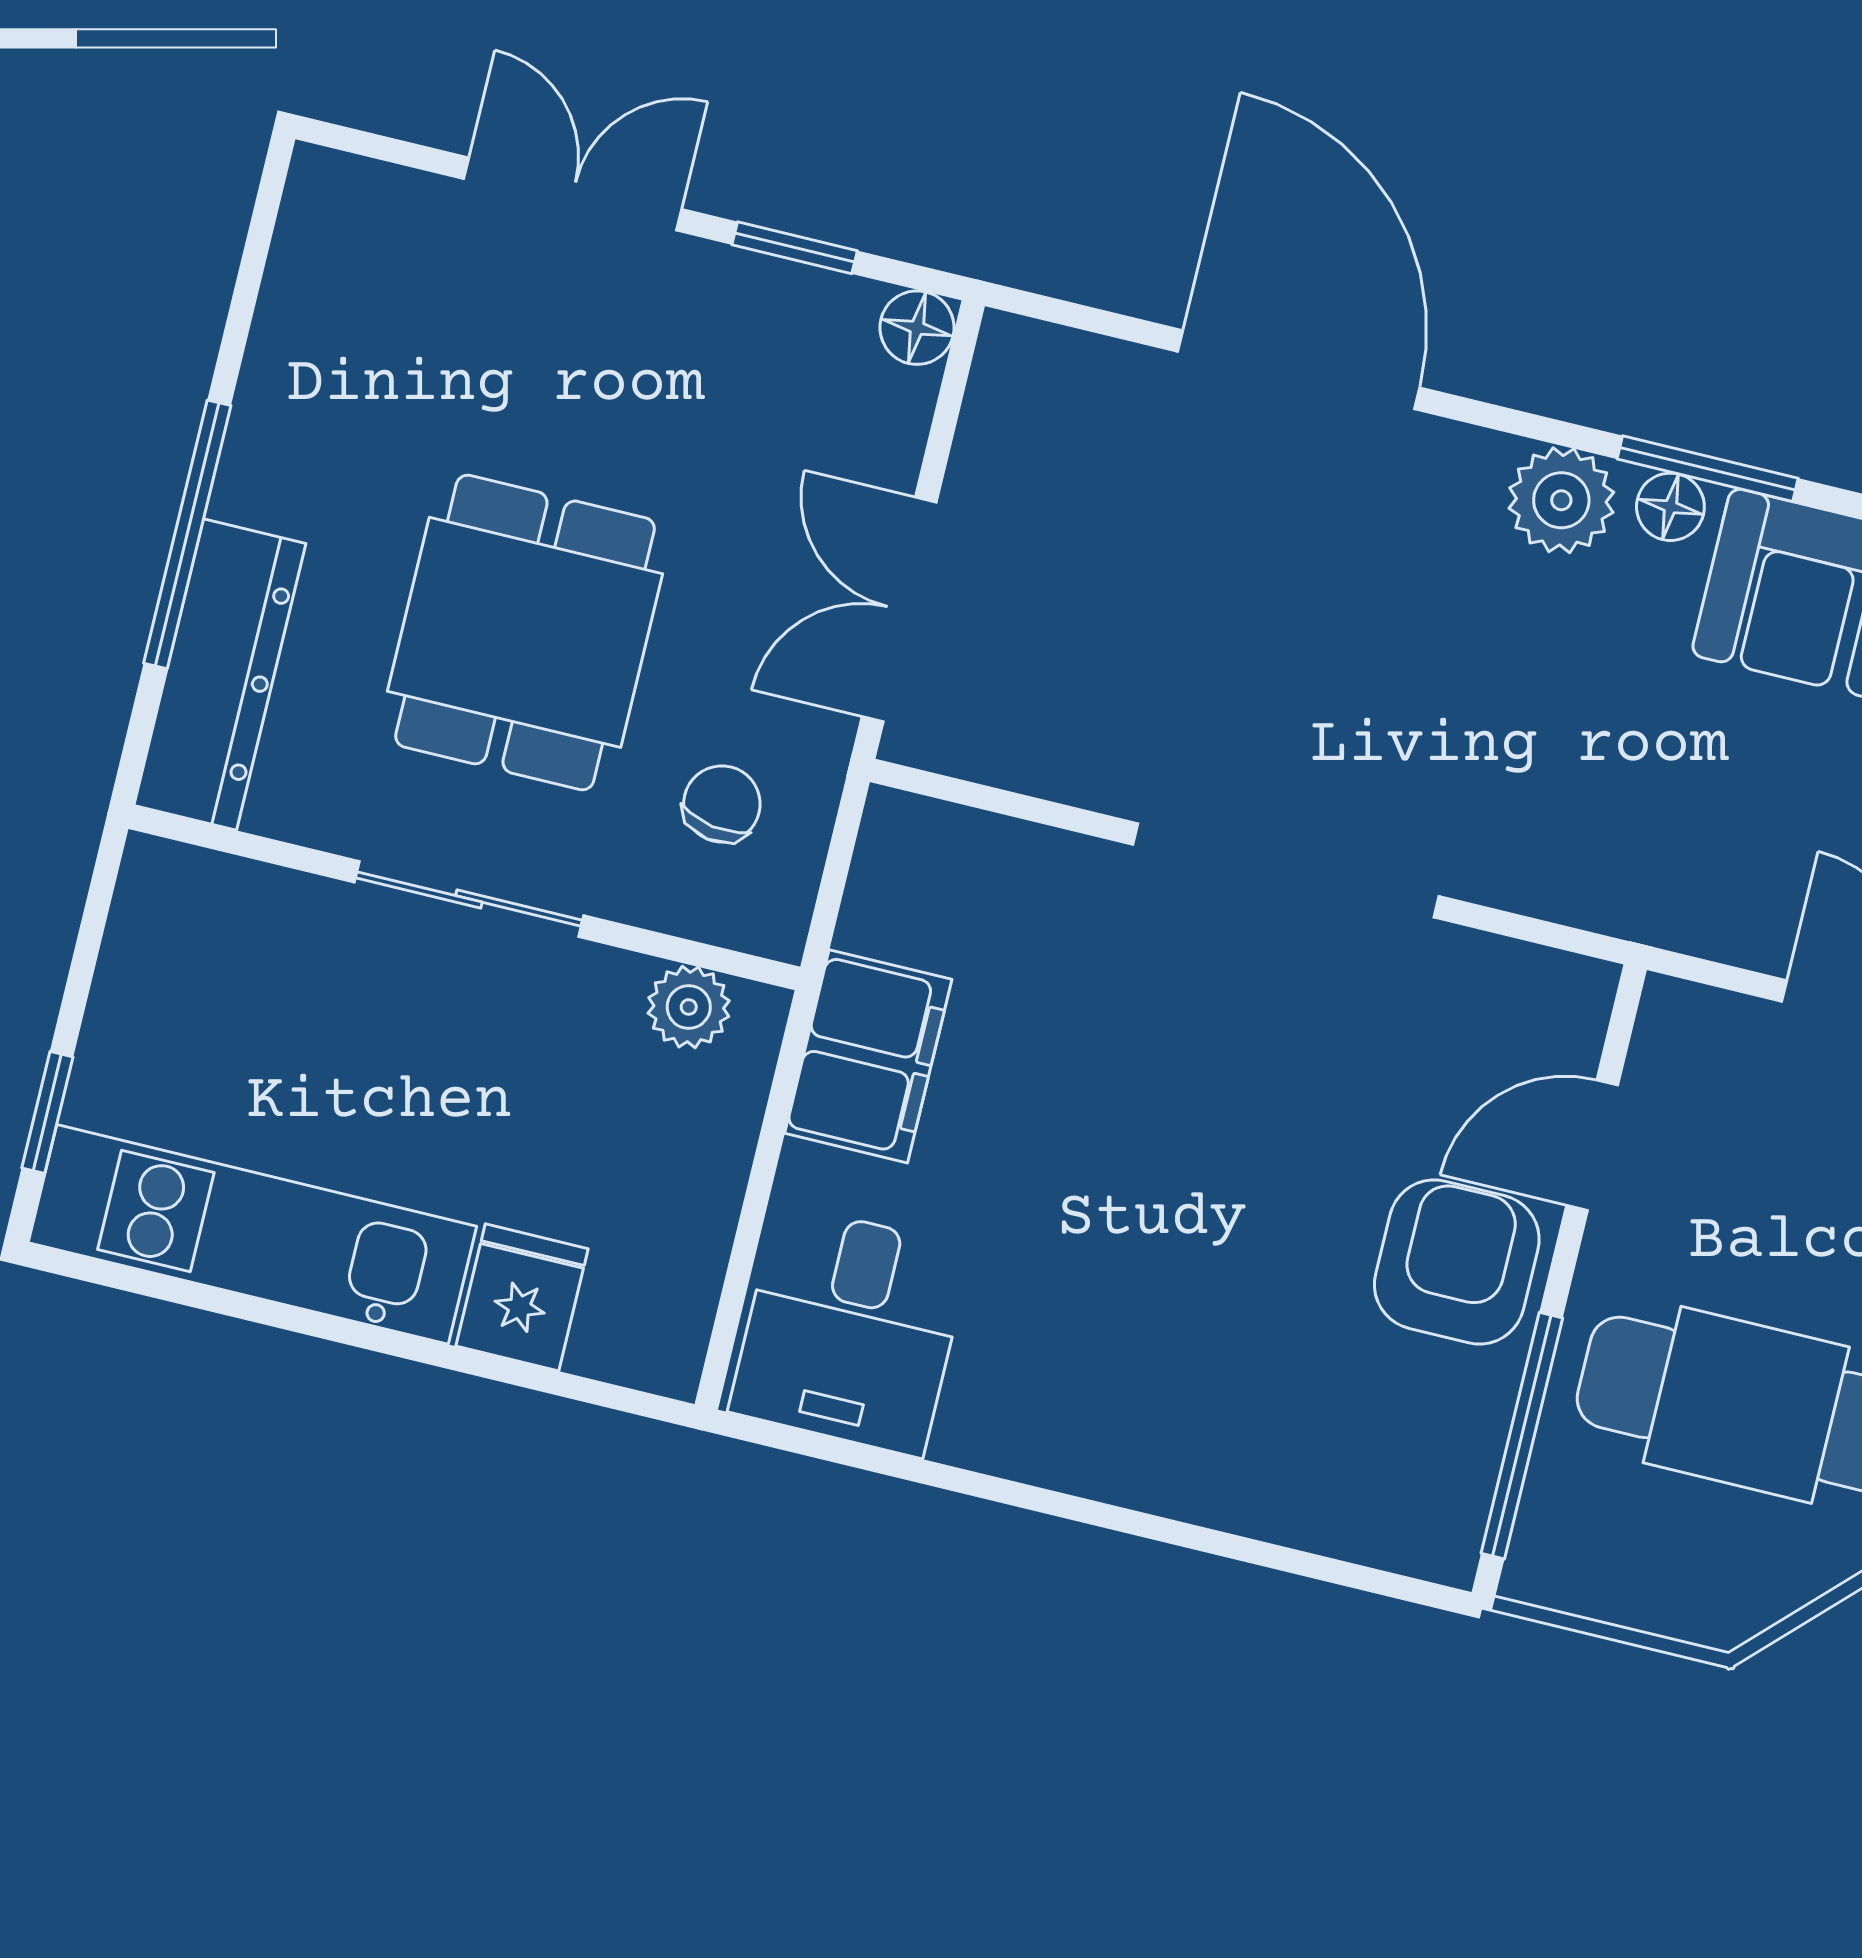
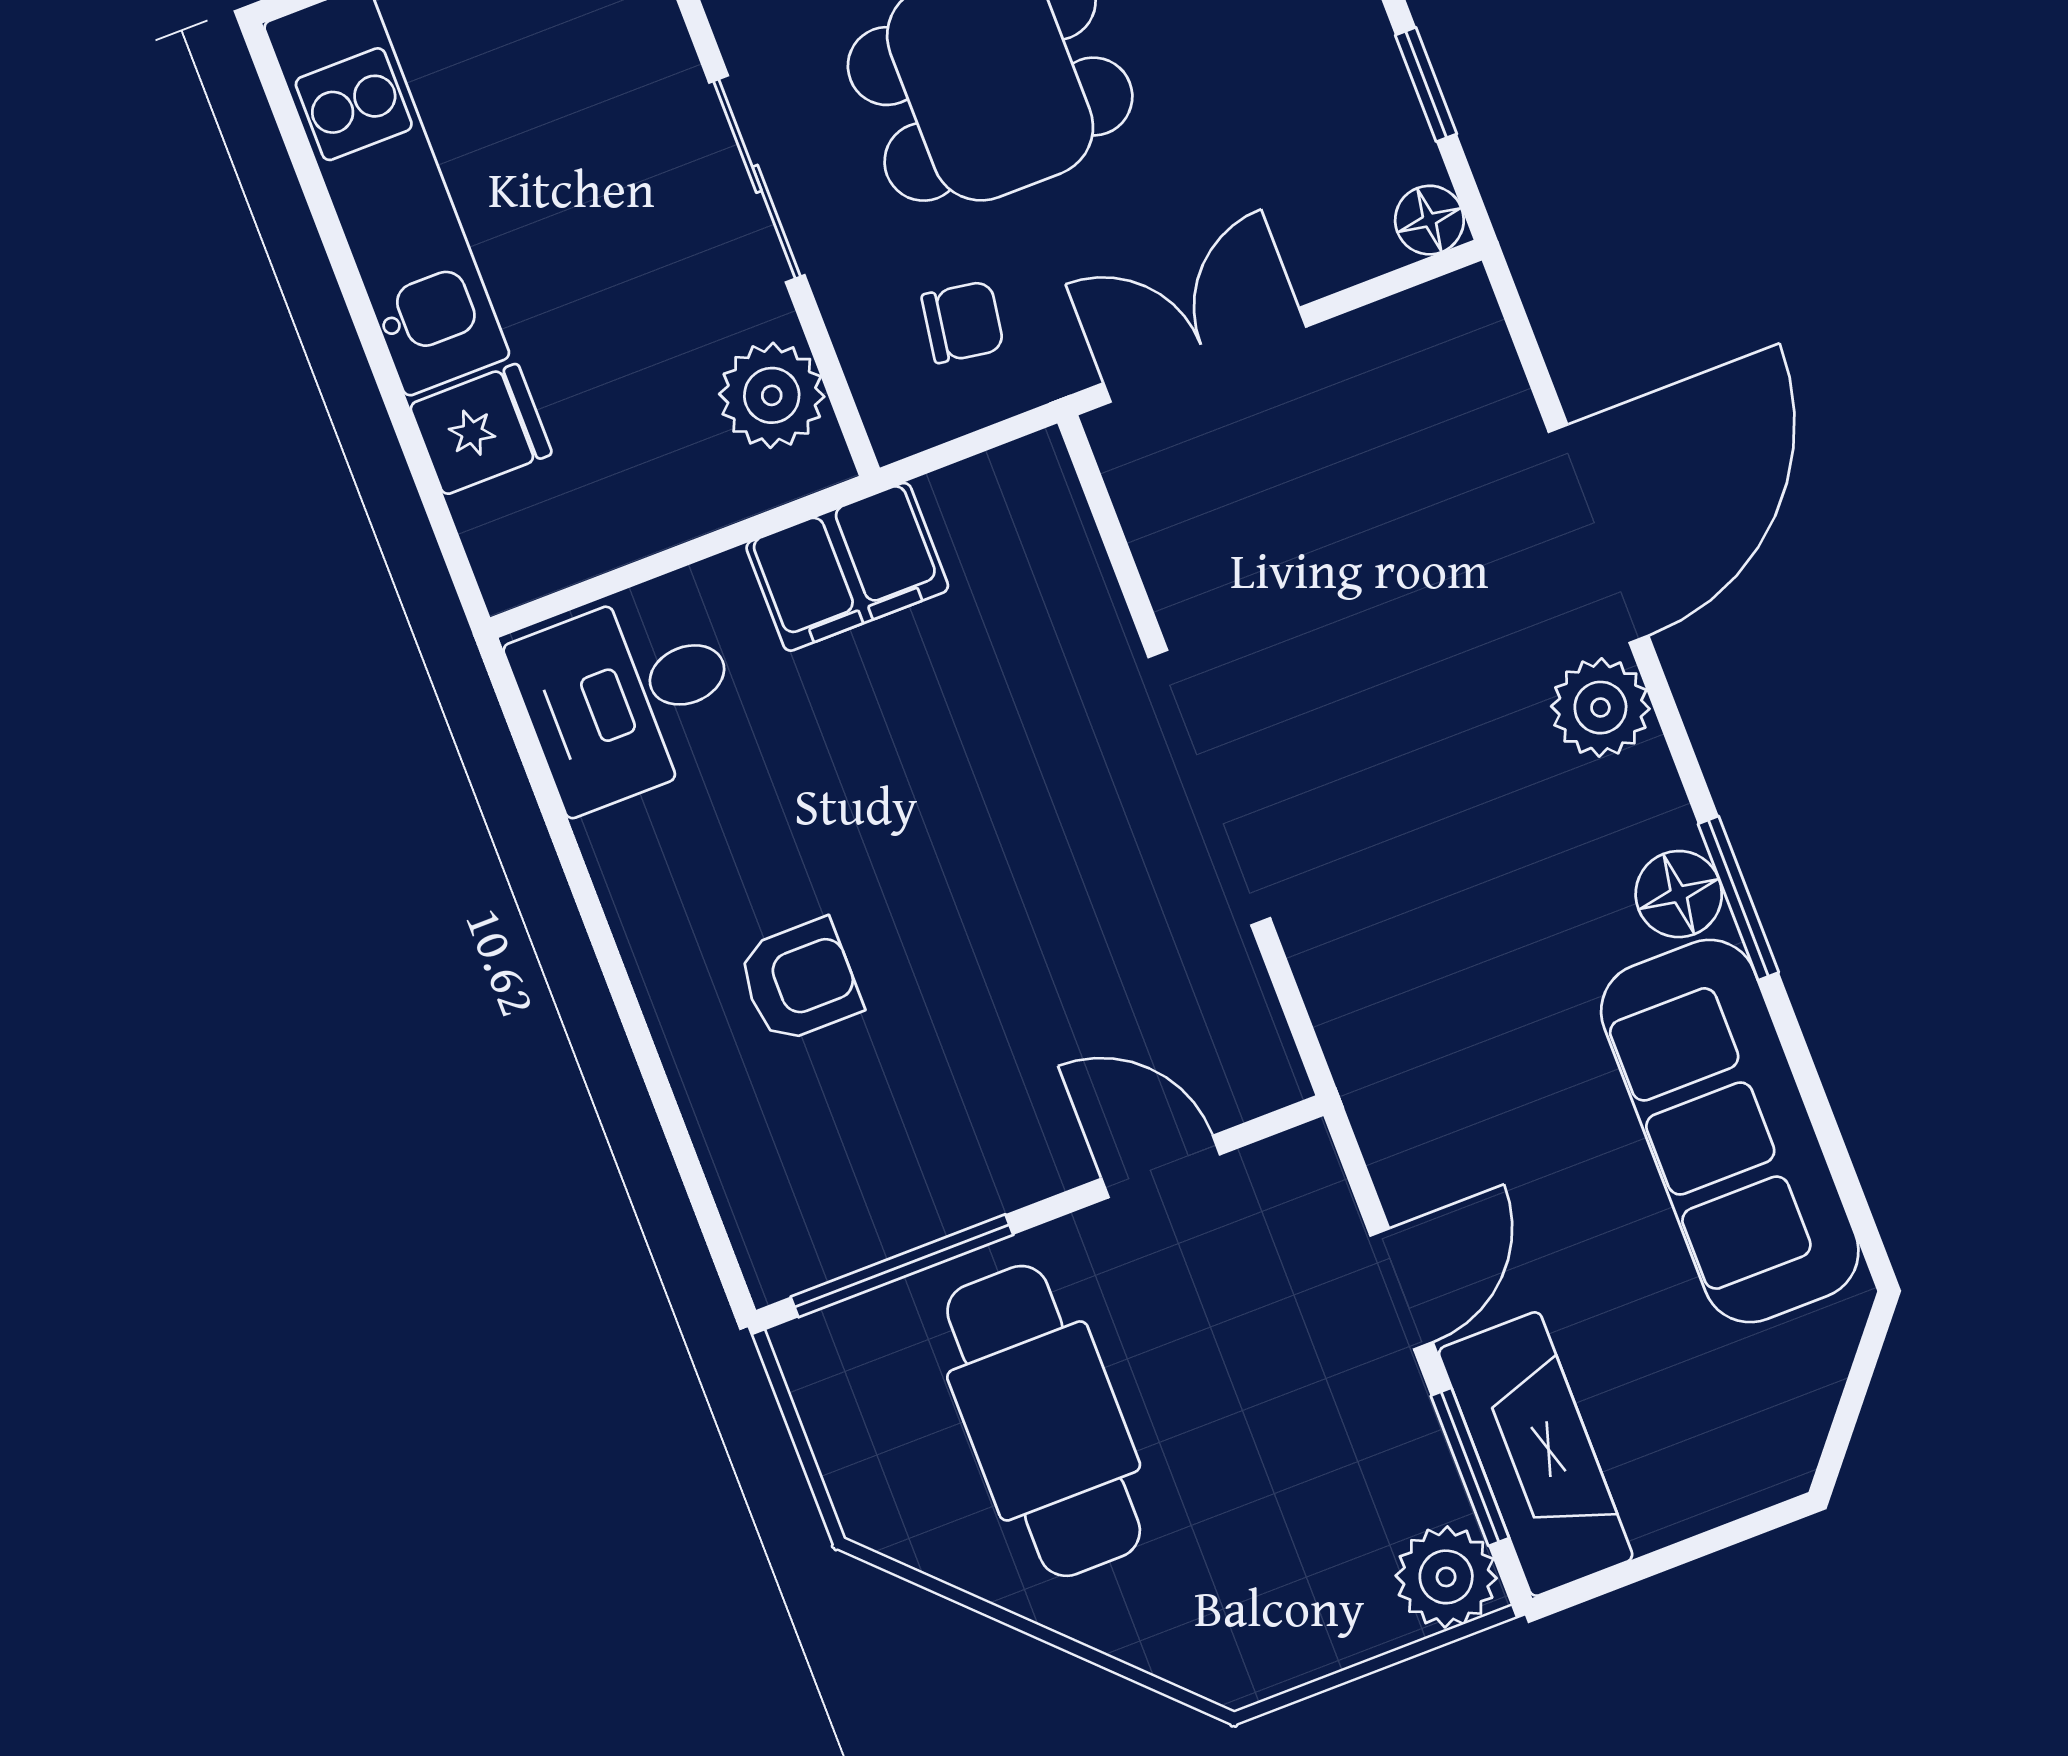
plant: (1561, 500) -> (1600, 708), moved
floor lamp: (1670, 507) -> (1679, 894), width x1.37, depth x1.37
plant: (689, 1007) -> (772, 395), width x1.38, depth x1.38
armchair: (1457, 1262) -> (800, 981), moved, width x0.72, depth x0.72

